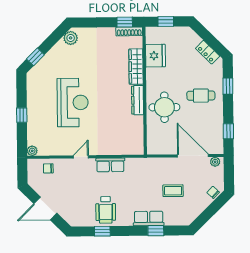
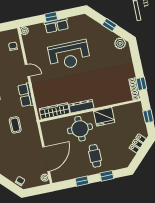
locker: (208, 52) -> (138, 143), moved
fridge: (155, 56) -> (104, 117), moved
window: (35, 57) -> (109, 25), moved
wardrobe: (136, 67) -> (55, 111), moved
row of seats: (34, 111) -> (56, 25), added
window: (228, 131) -> (82, 181), moved
coffee table: (173, 191) -> (15, 125), moved

